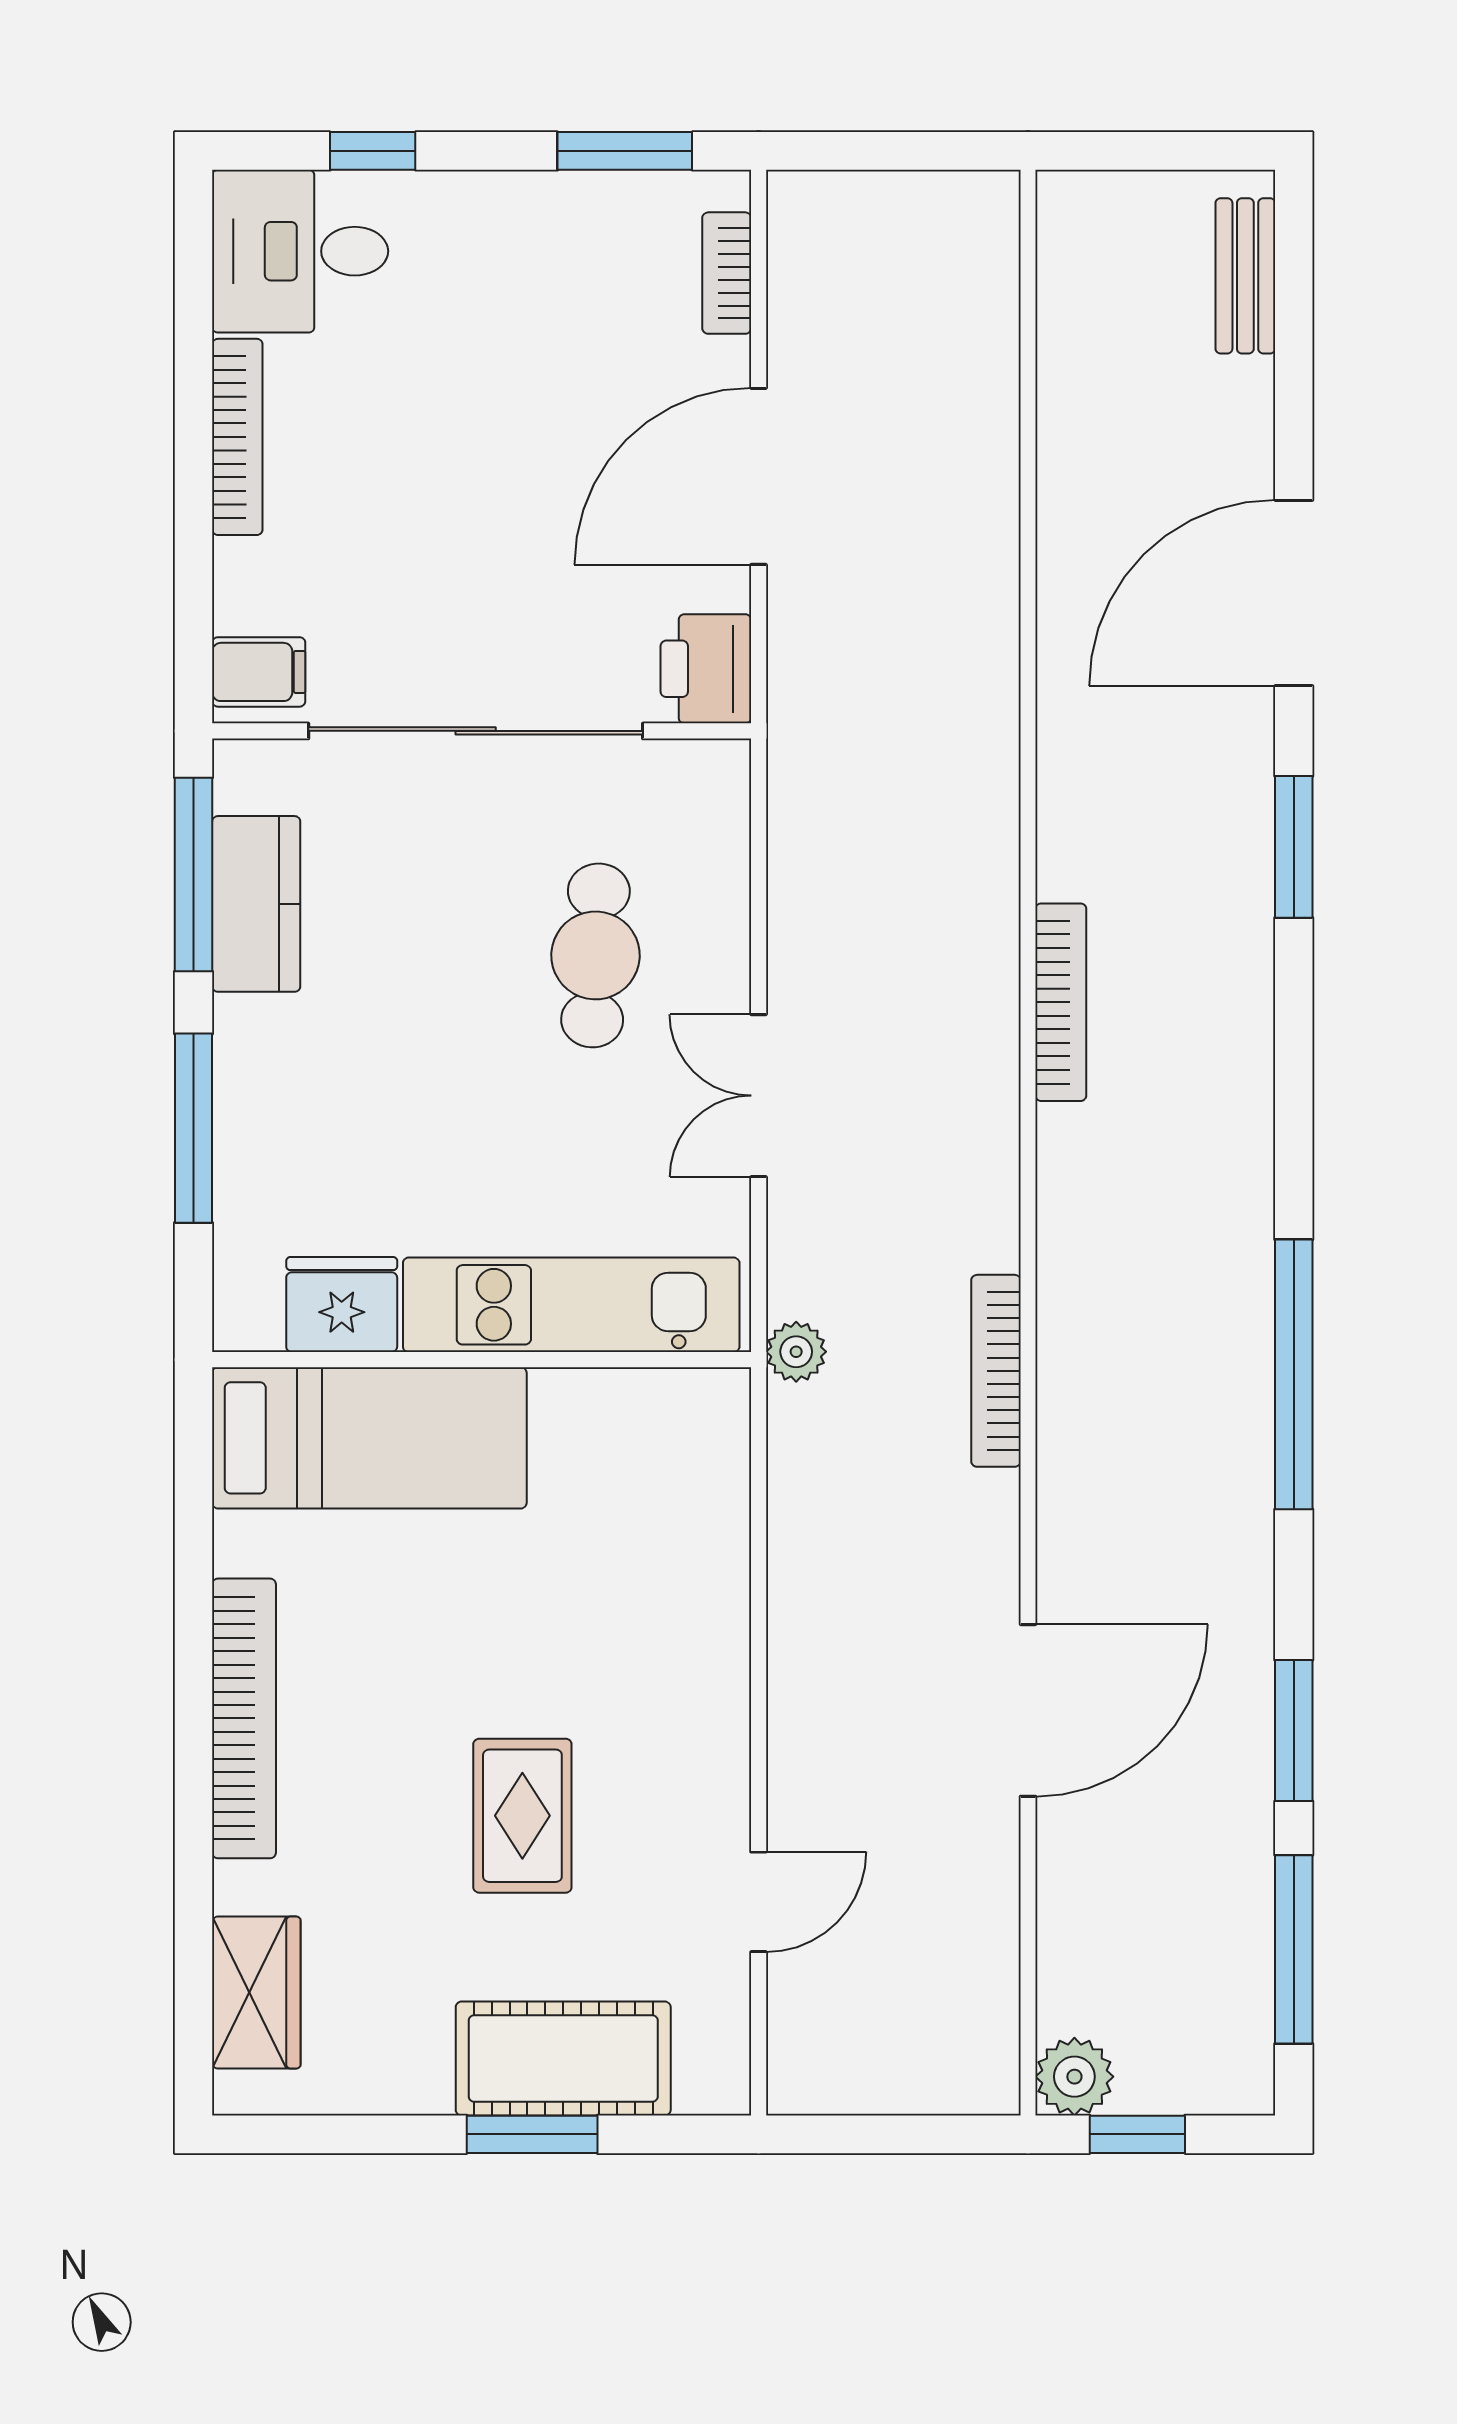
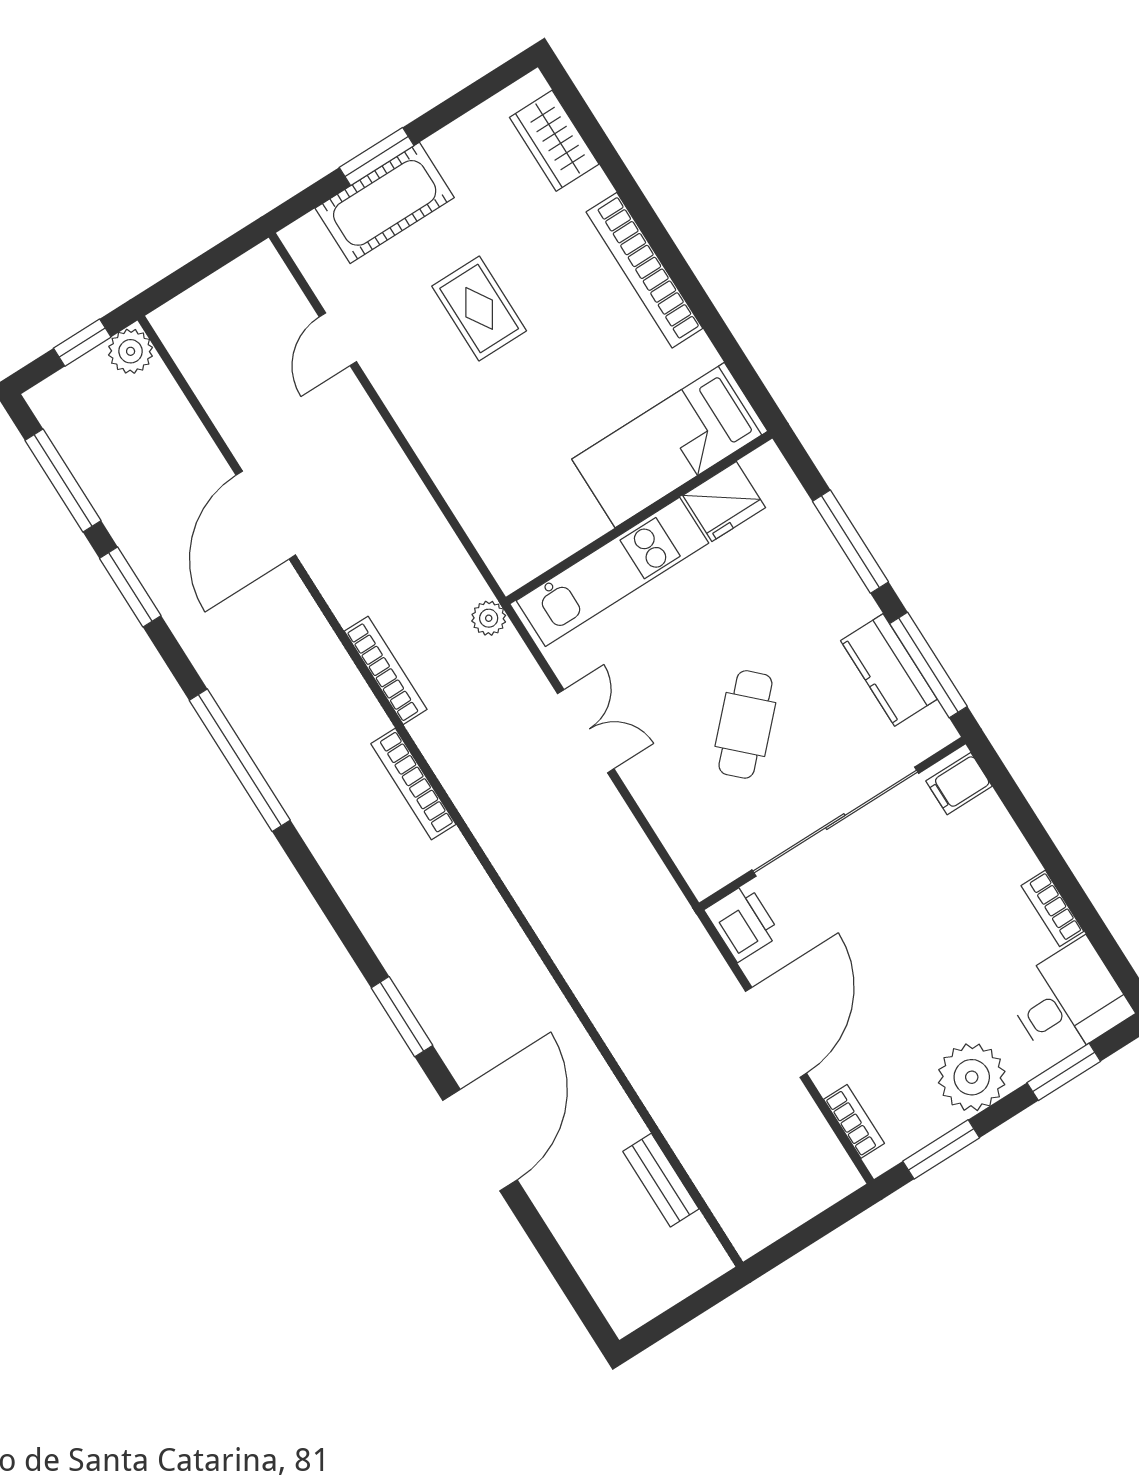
window: (373, 151) -> (1064, 1072), width x1.50
plant: (513, 229) -> (972, 1077), added
bench: (1245, 276) -> (661, 1180), moved
bookcase: (237, 437) -> (1052, 908), width x0.64
cafe table: (595, 955) -> (745, 724), moved, turned 41
bookcase: (1061, 1002) -> (413, 784), moved

